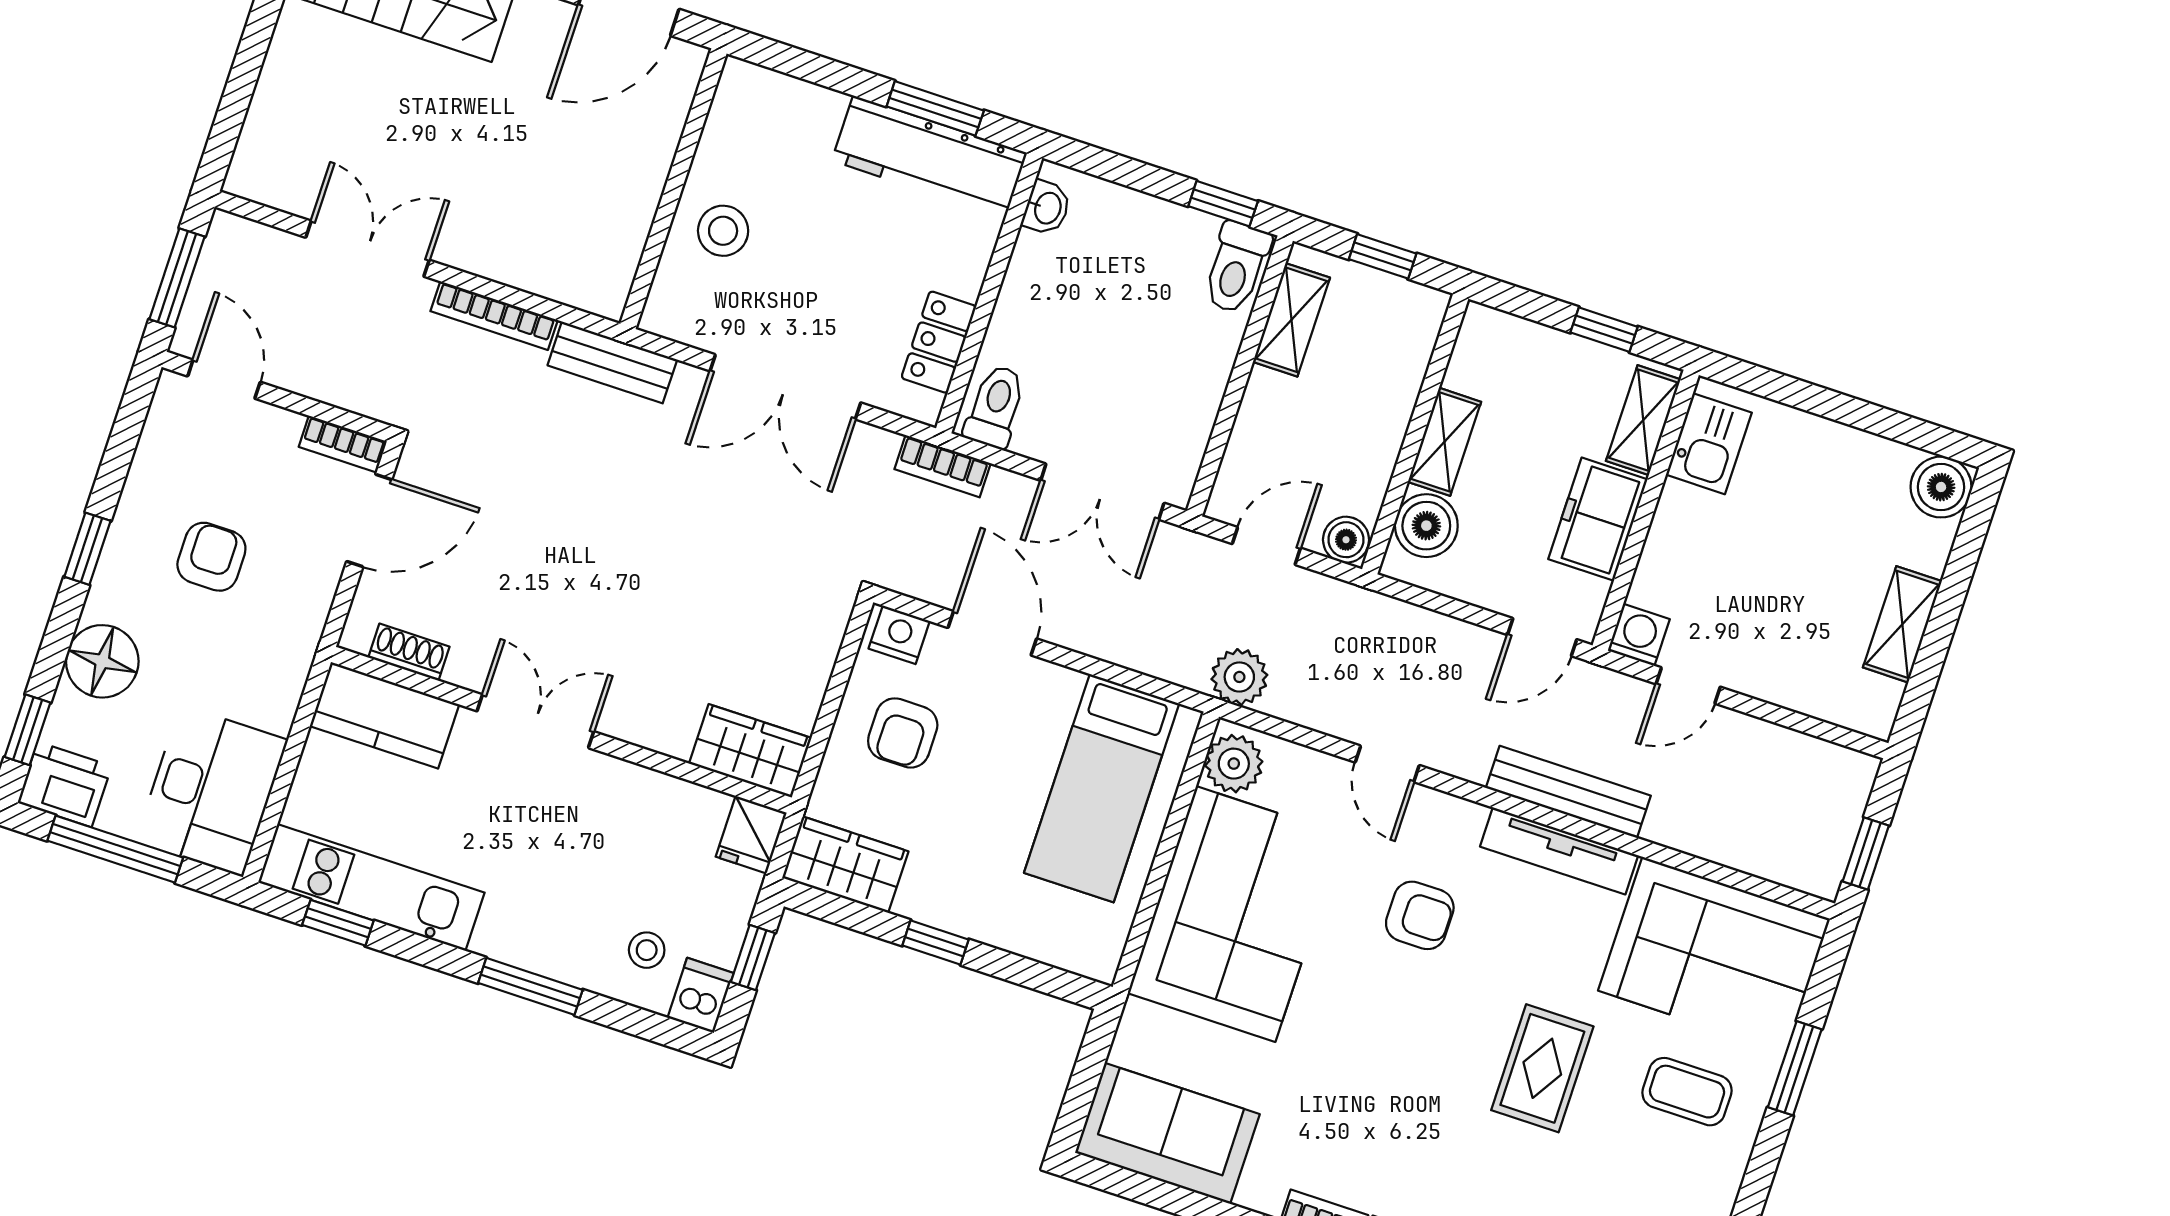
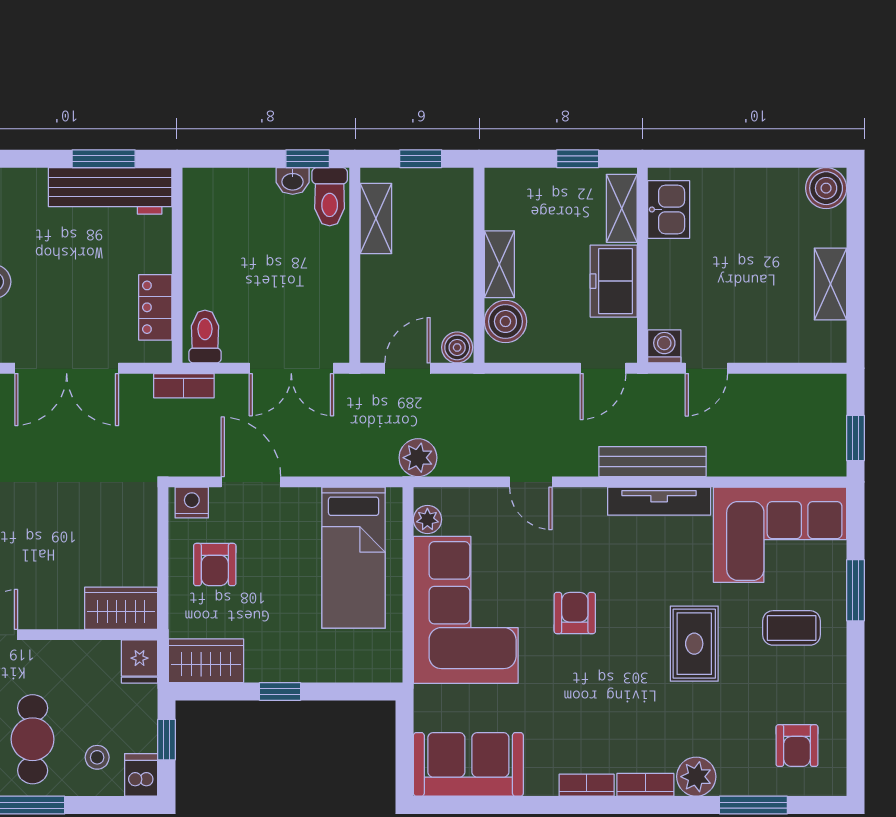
washbasin: (1047, 208) -> (293, 181), moved, turned 90
plant: (1234, 764) -> (427, 519), width x0.73, depth x0.73
cafe table: (564, 894) -> (33, 739), added
armchair: (1420, 915) -> (575, 613), moved, turned -90

